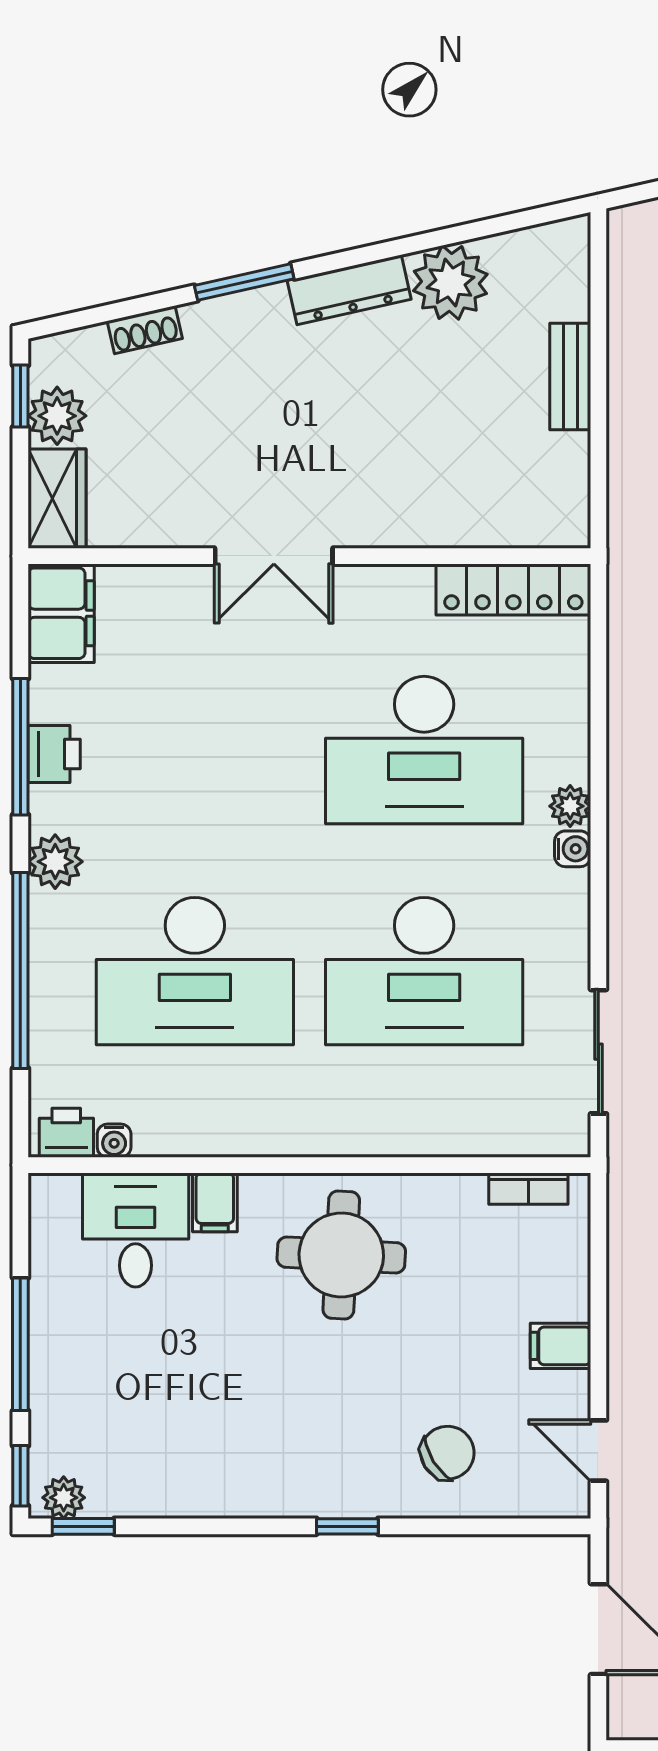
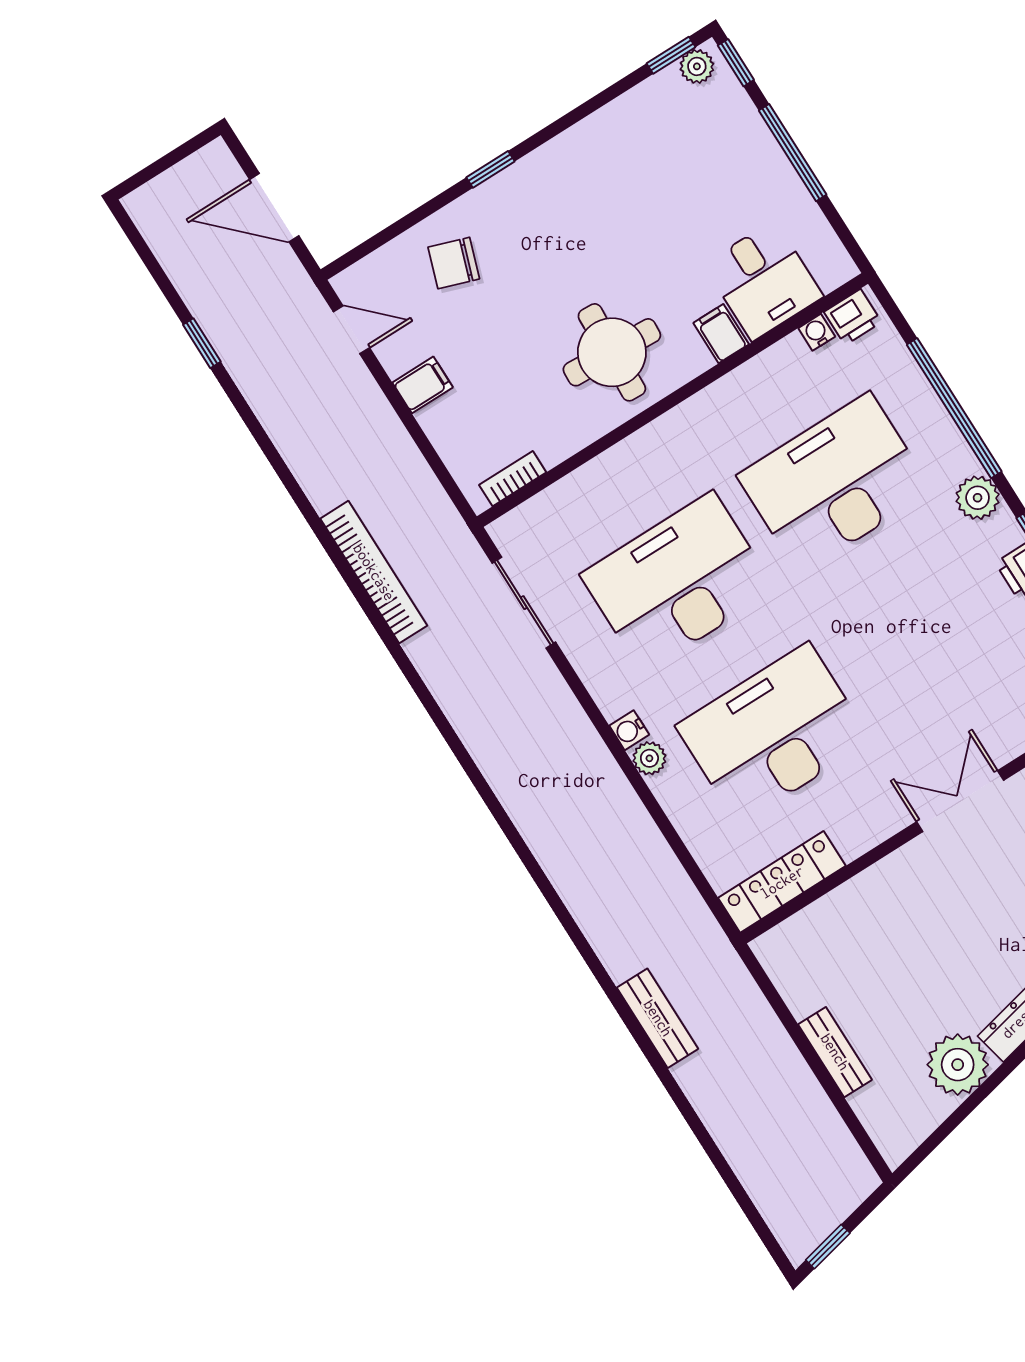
chair: (447, 1453) -> (454, 263), turned 51

